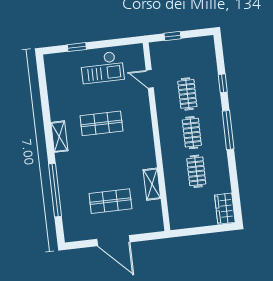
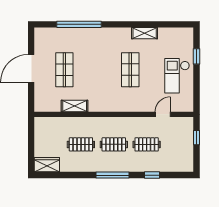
shelving: (59, 137) -> (145, 33), moved

